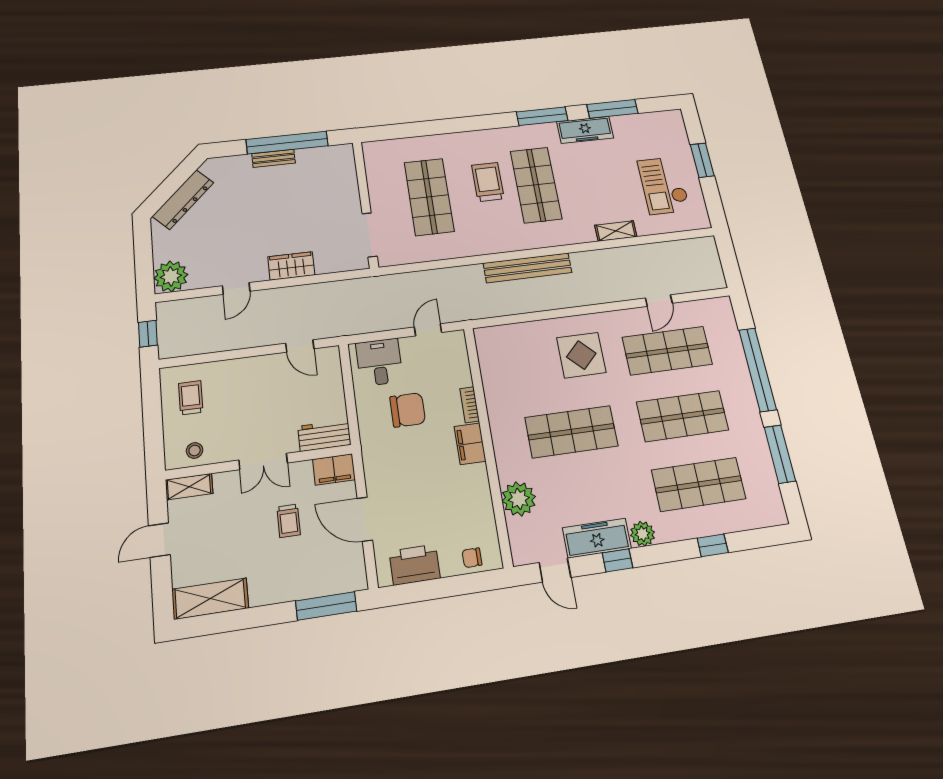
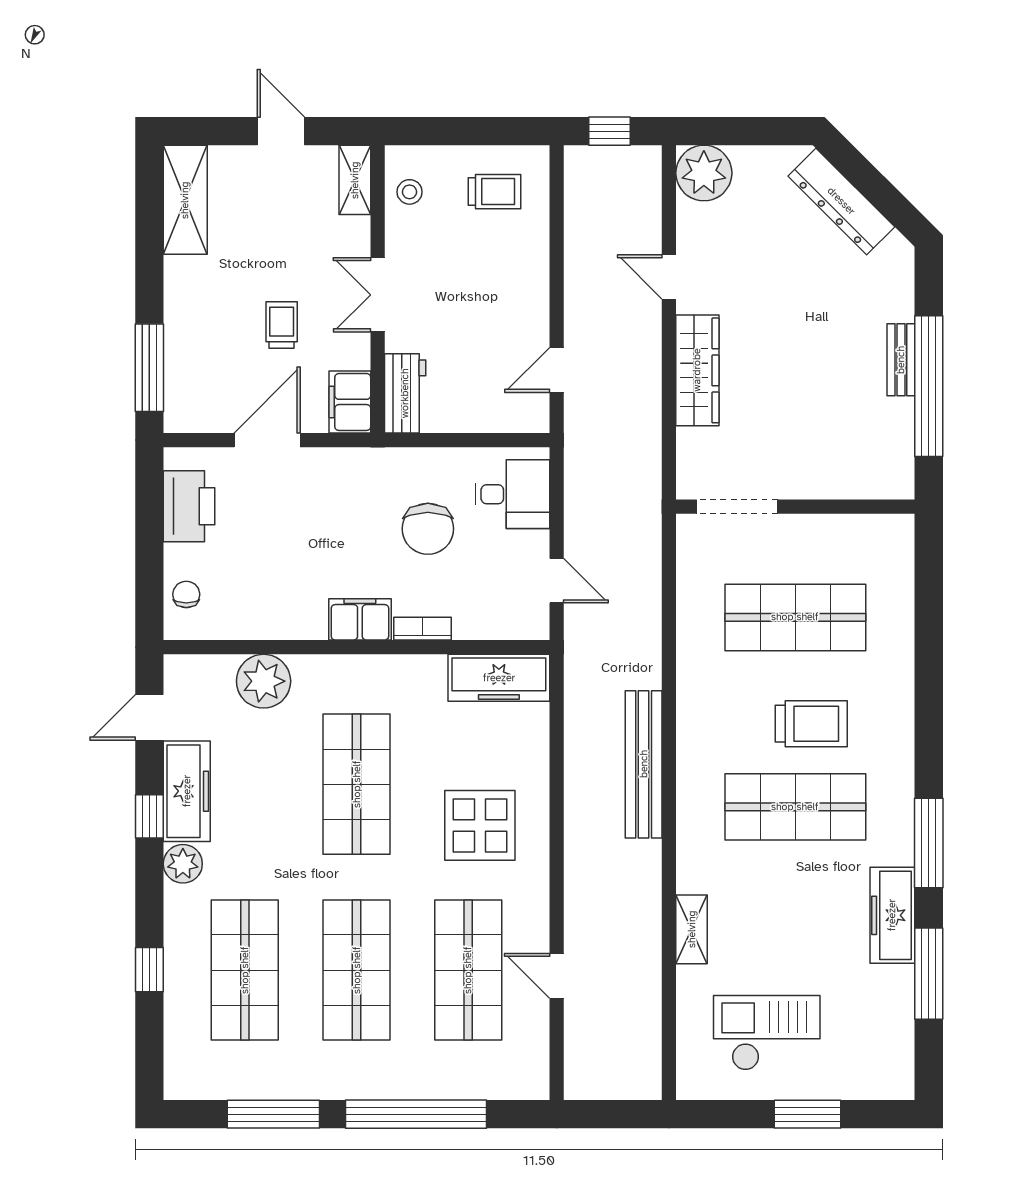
wardrobe: (291, 266) -> (697, 370), width x1.50
freezer: (492, 356) -> (499, 678), added
trolley: (289, 521) -> (282, 325), turned 90

